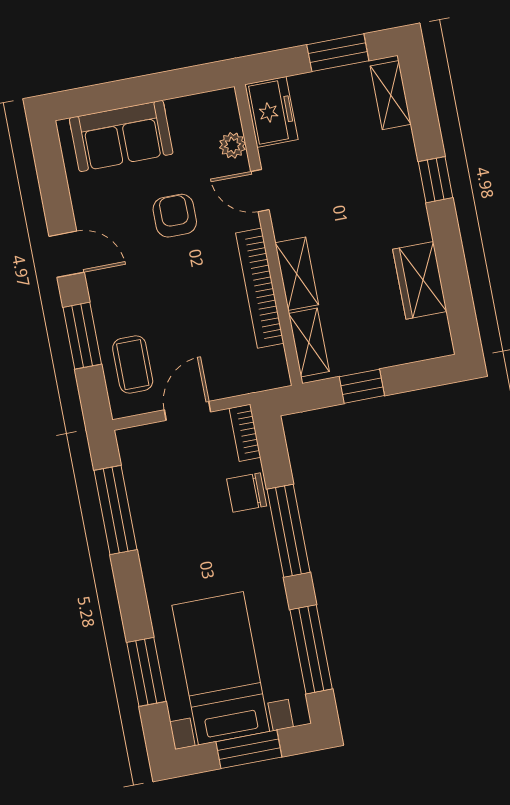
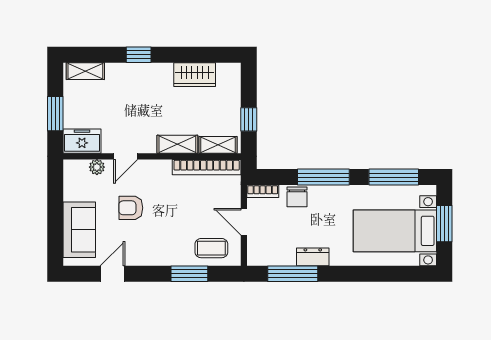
window: (338, 53) -> (55, 114), moved
door: (67, 254) -> (113, 274), moved
bookcase: (260, 288) -> (207, 167), moved
dresser: (151, 538) -> (313, 257), added
window: (146, 672) -> (389, 274), removed

